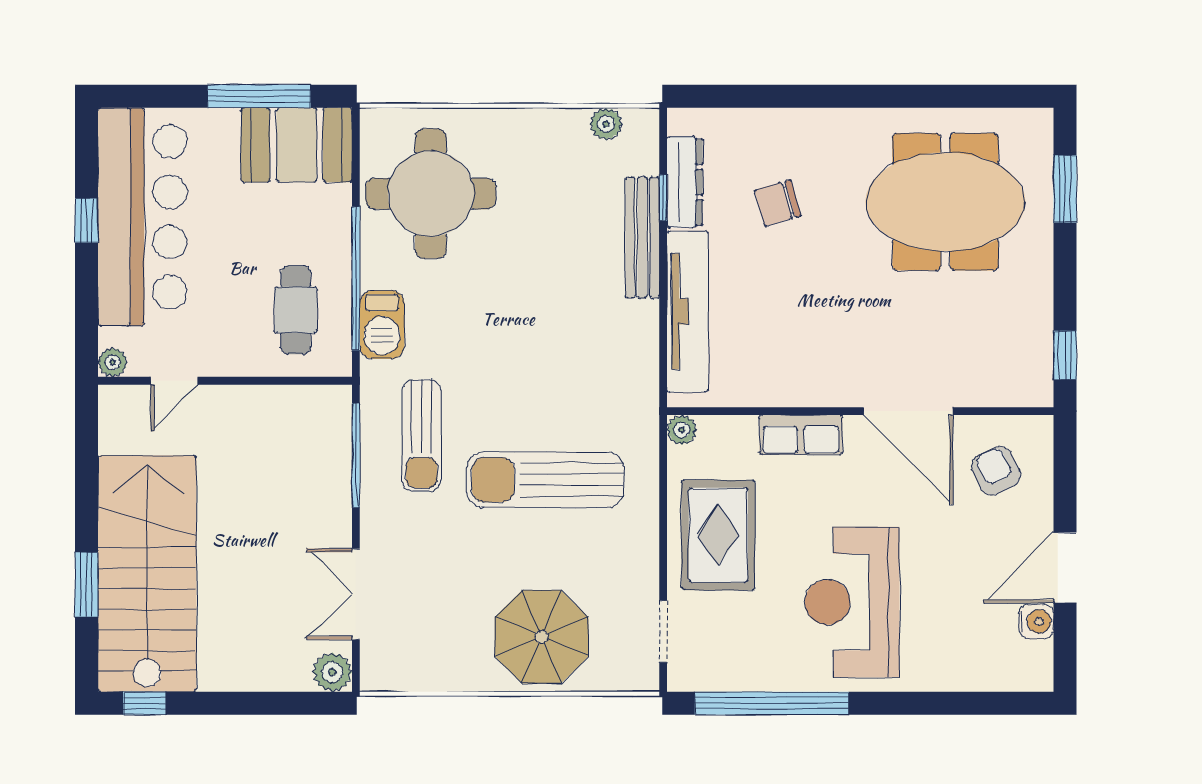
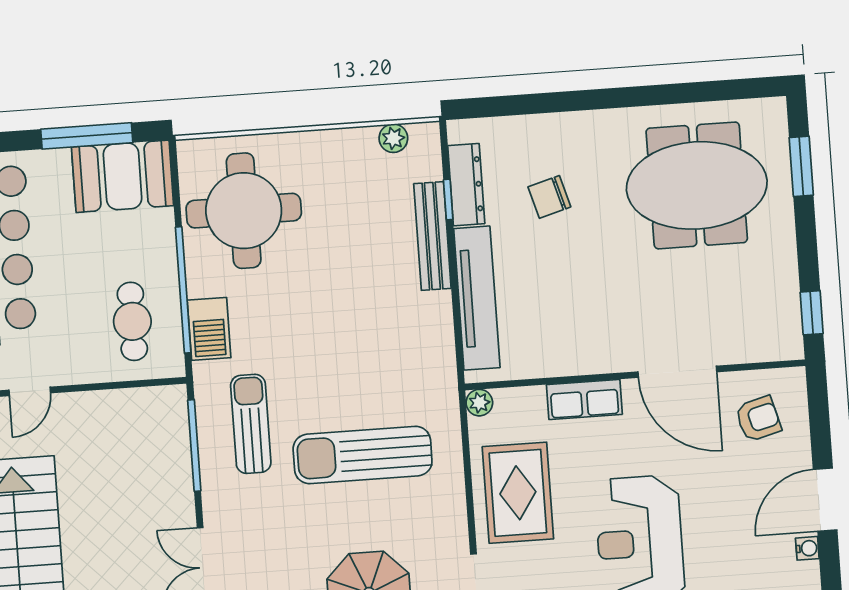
sun lounger: (422, 435) -> (251, 424), turned 180
armchair: (996, 471) -> (758, 419), turned 101
water cooler: (1036, 621) -> (807, 548), width x0.72, depth x0.72

